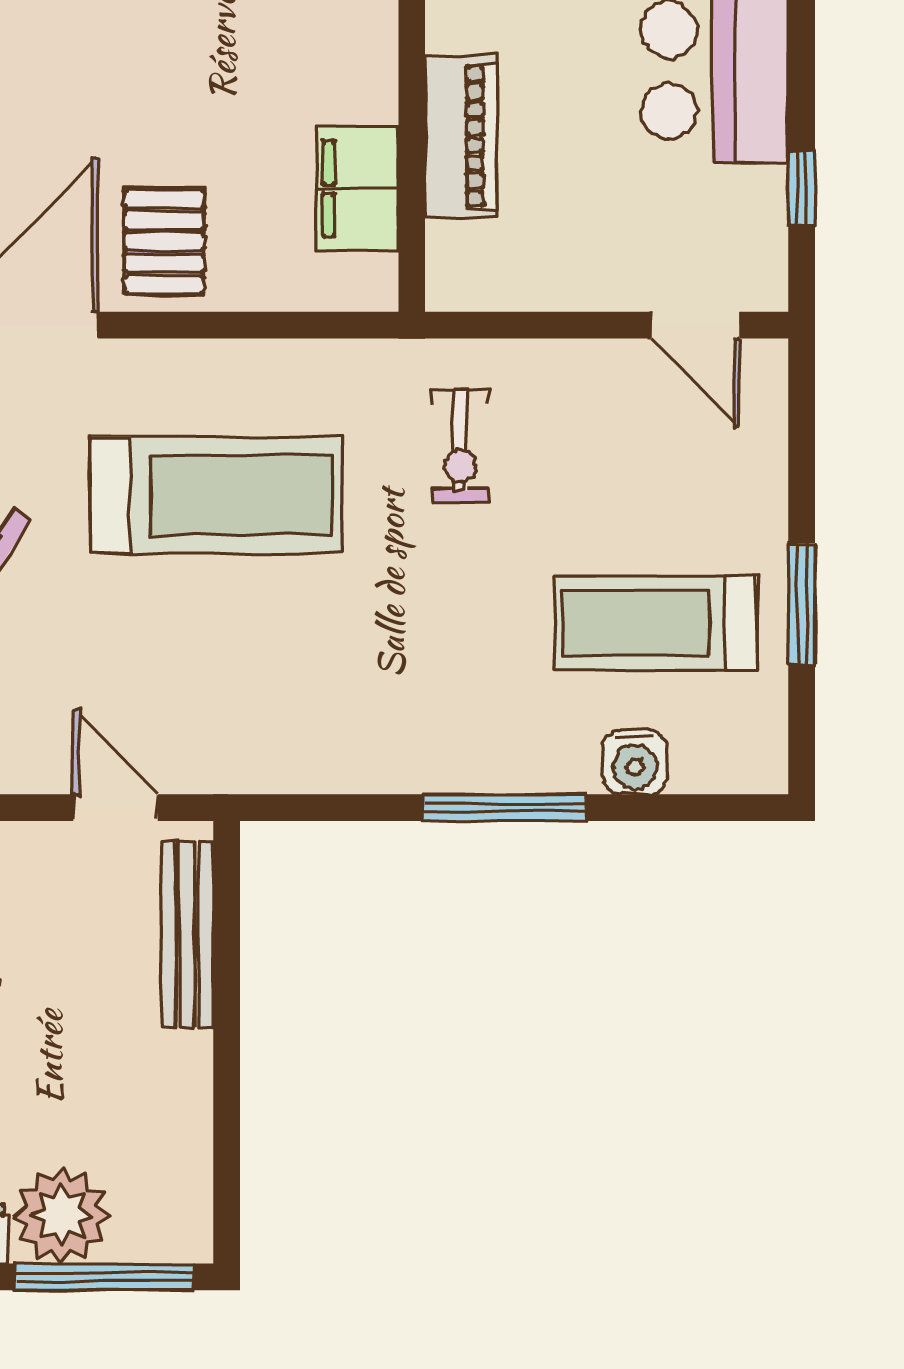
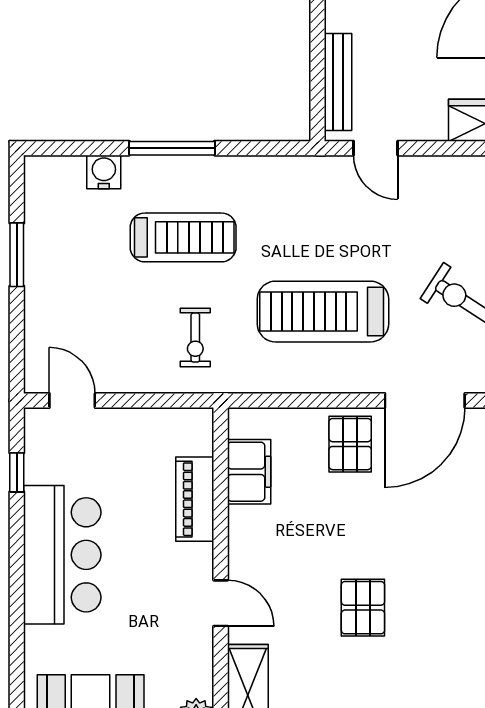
exercise bike: (460, 445) -> (195, 338), turned 180
treadmill: (656, 623) -> (183, 237), moved

